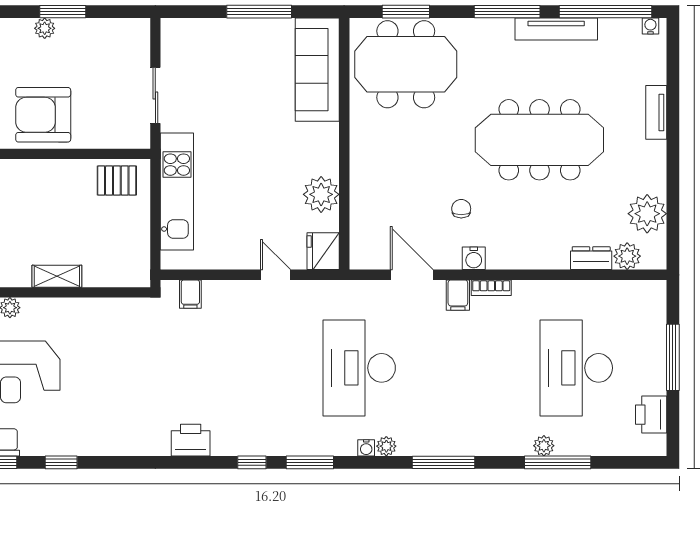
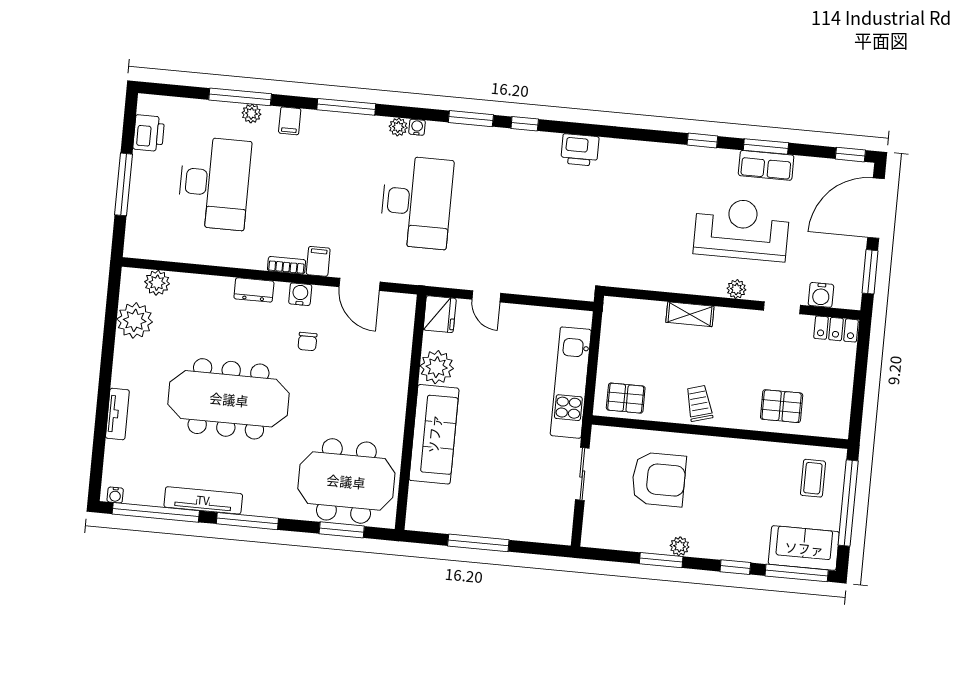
sofa: (317, 70) -> (434, 434), moved
armchair: (43, 115) -> (659, 479), moved
trolley: (38, 182) -> (699, 403), added
dresser: (591, 258) -> (254, 290), moved
filing cabinet: (190, 294) -> (290, 121), moved, turned 180

